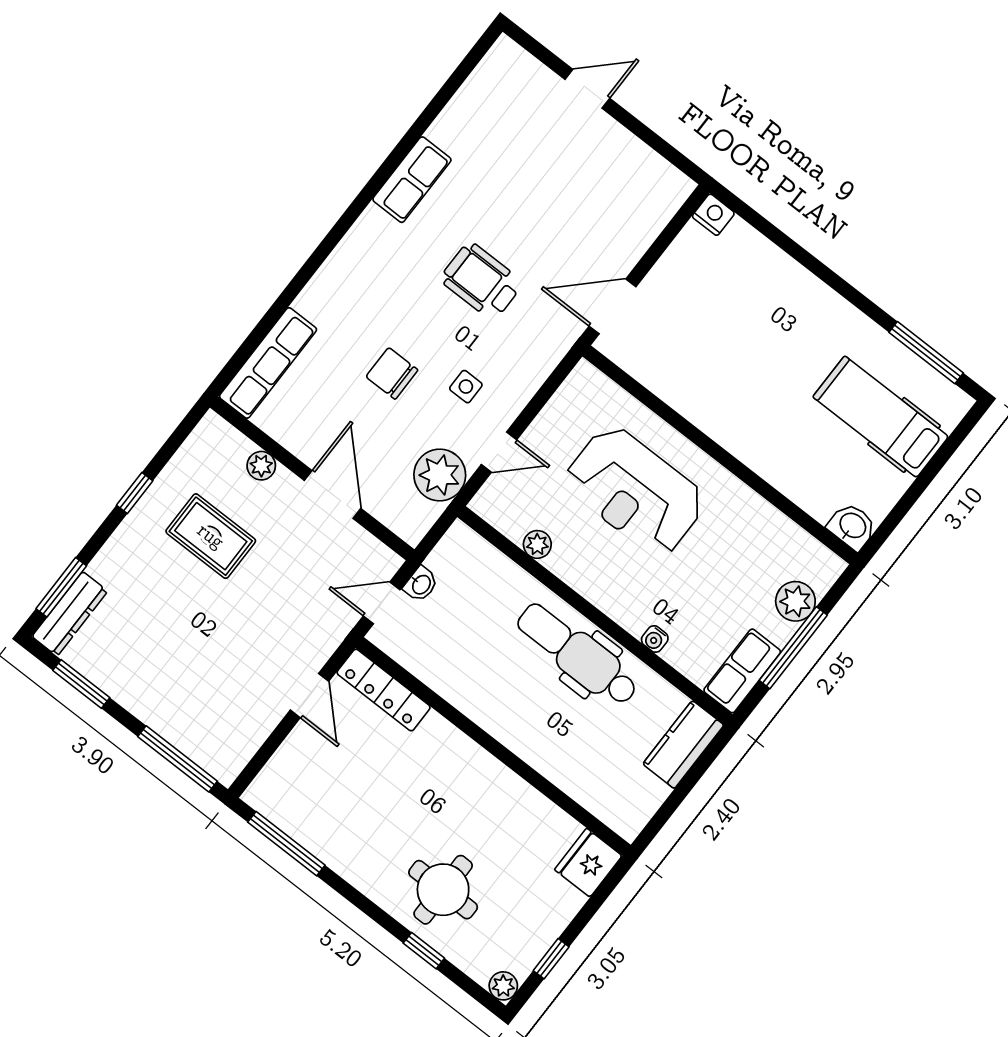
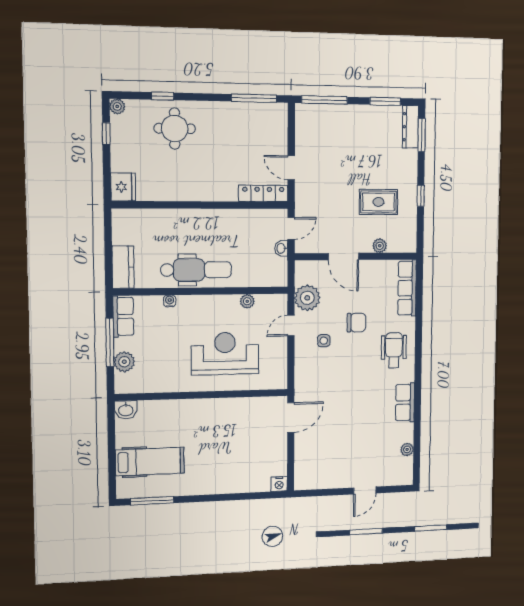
plant: (467, 99) -> (407, 449), added
wheelchair: (481, 281) -> (394, 350), moved, turned -90

